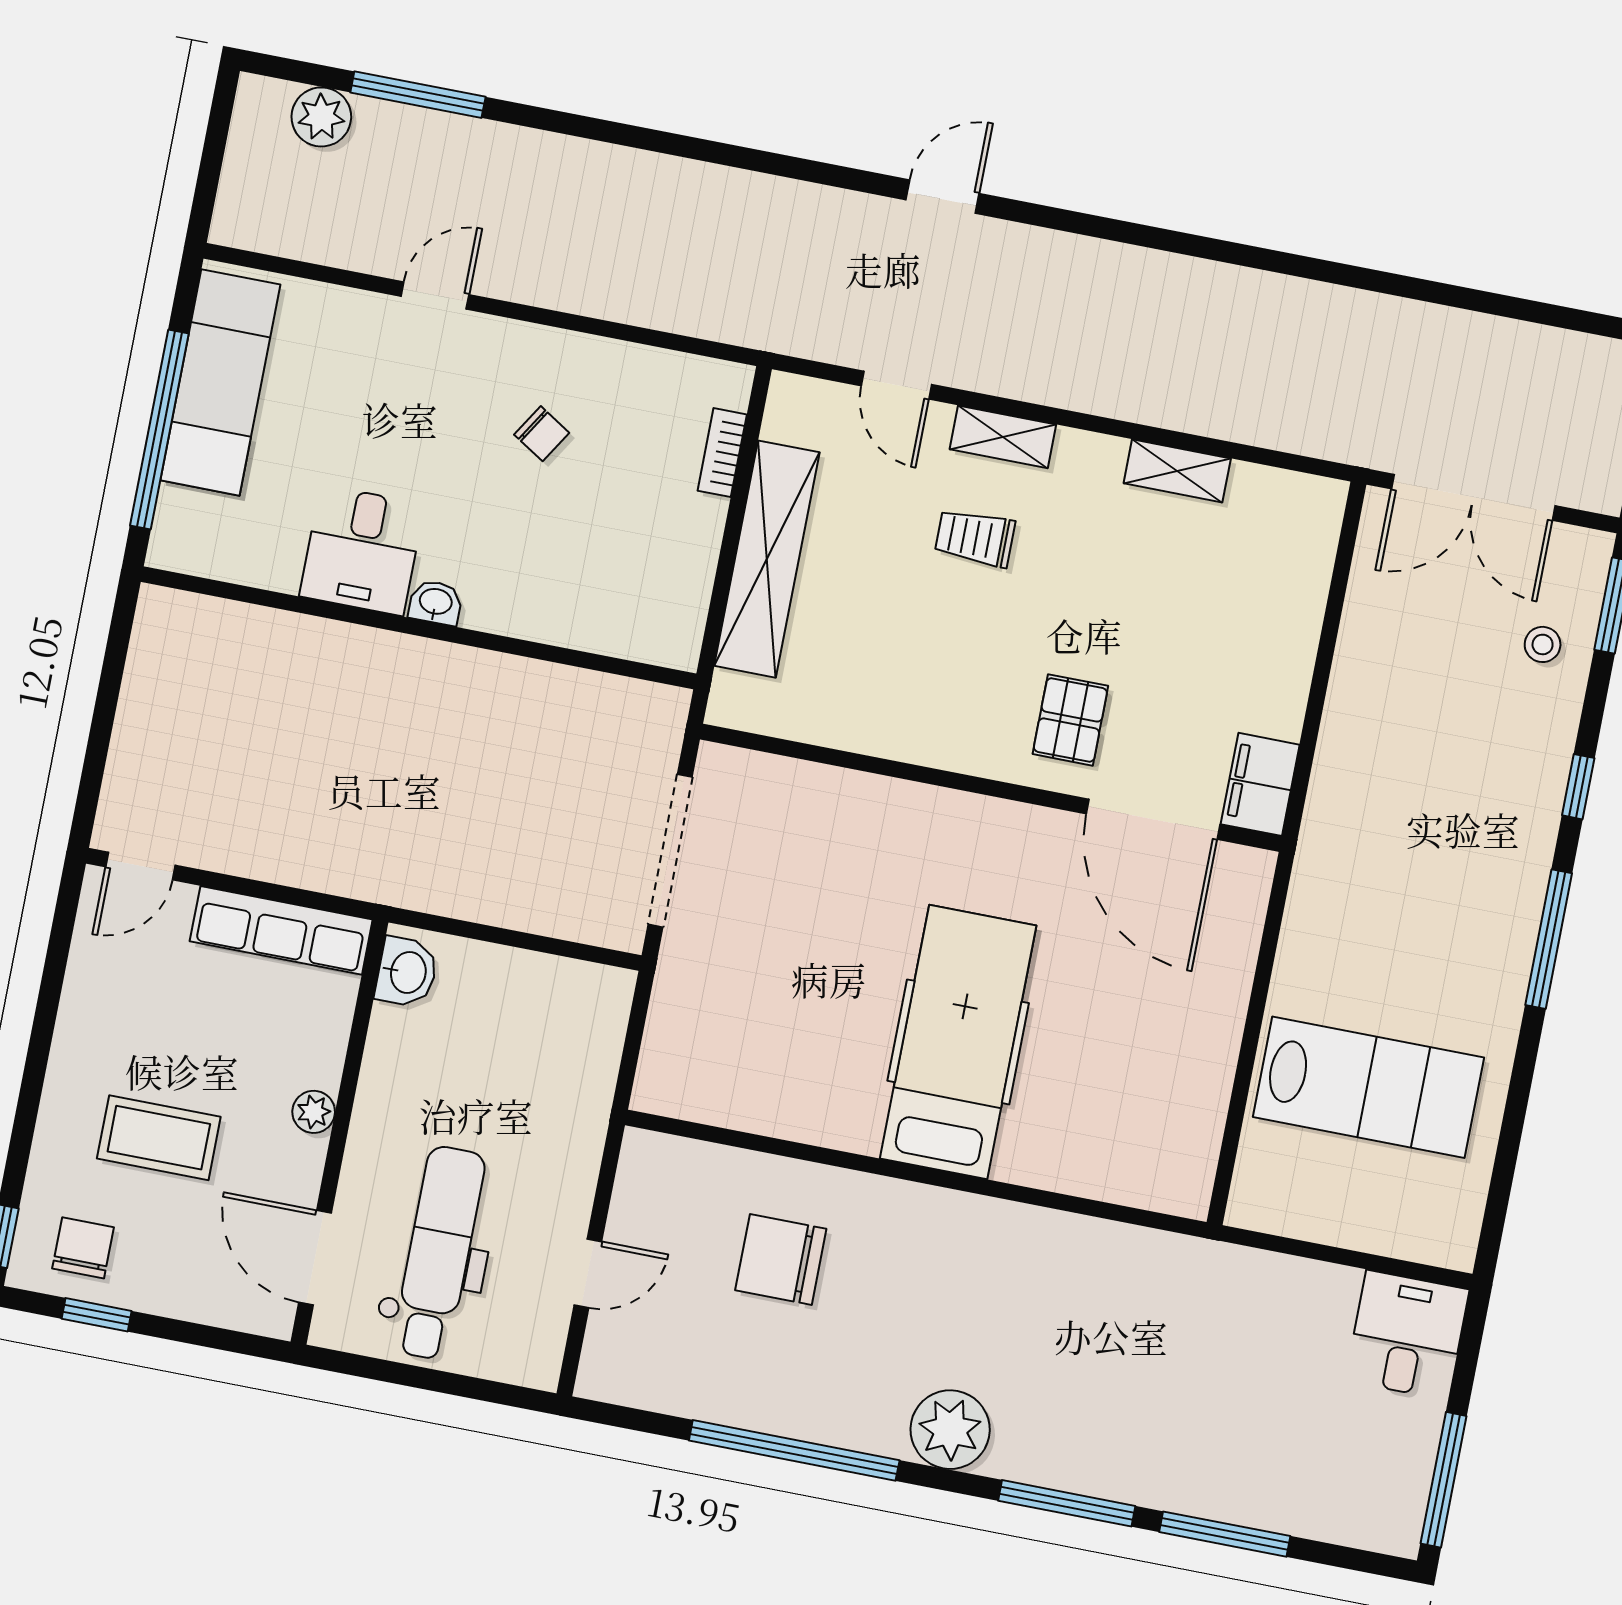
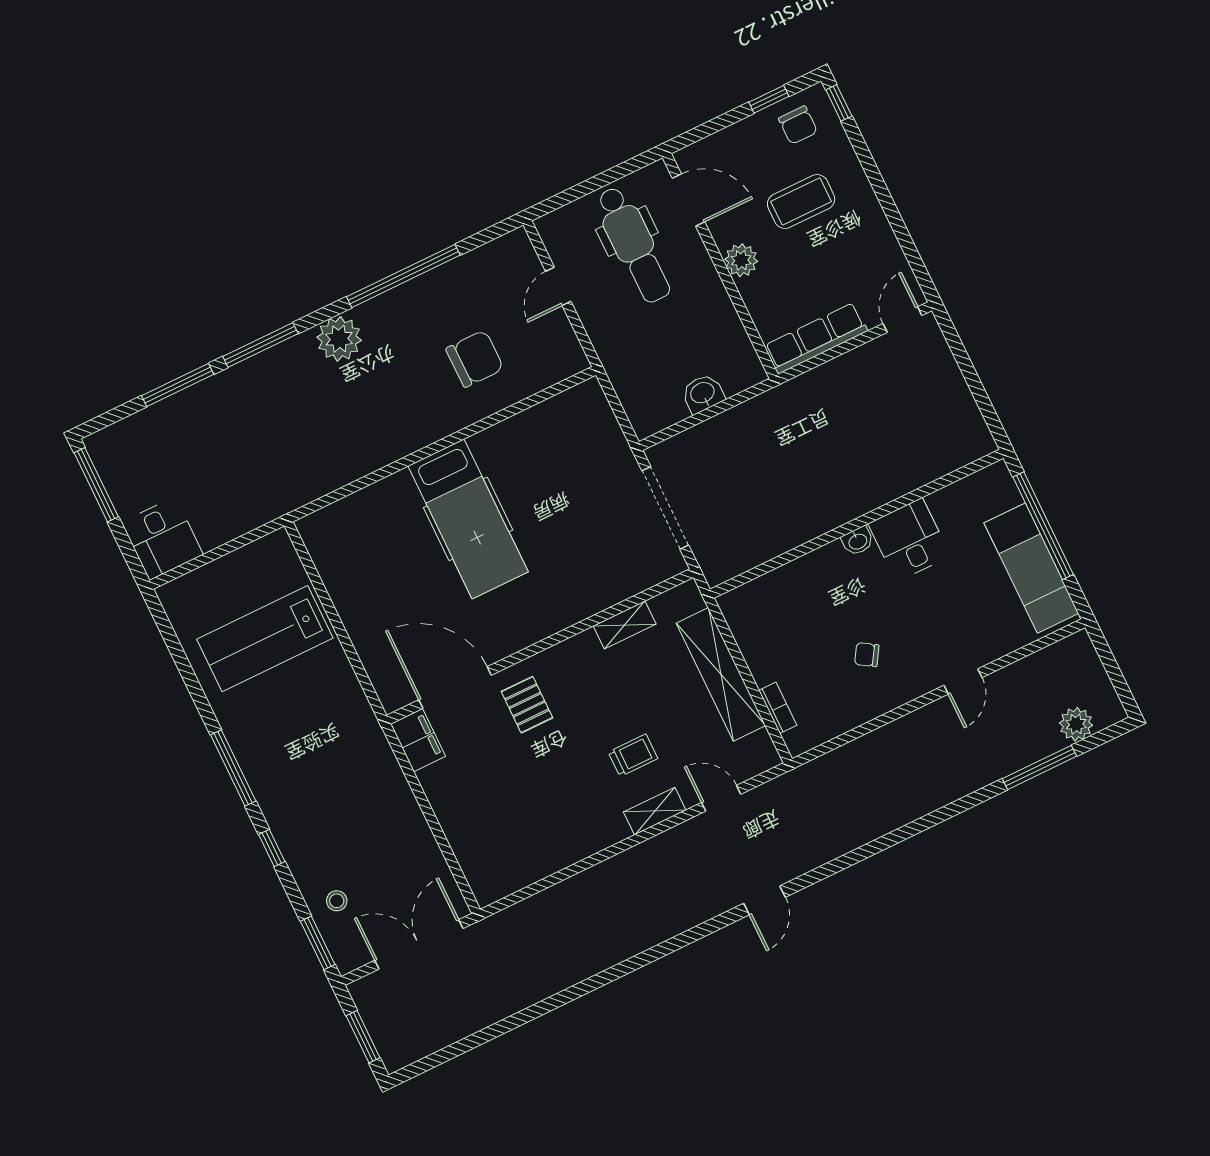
shelving: (1177, 471) -> (625, 625), moved
washbasin: (407, 972) -> (703, 394), moved, turned 90
plant: (314, 1112) -> (741, 260), width x1.38, depth x1.38

